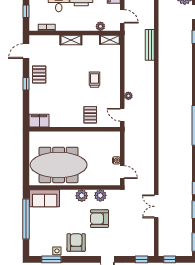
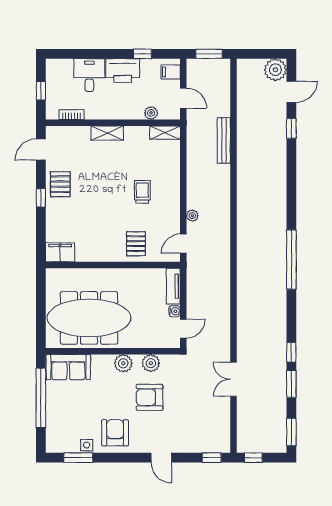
door: (122, 115) -> (183, 244), hinge flipped
tv unit: (116, 144) -> (173, 286), added
door: (122, 172) -> (183, 329), hinge flipped

